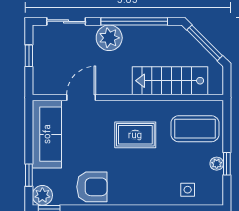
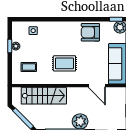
door: (81, 98) -> (97, 86), hinge flipped
coffee table: (195, 129) -> (29, 67), width x0.54, depth x0.58

